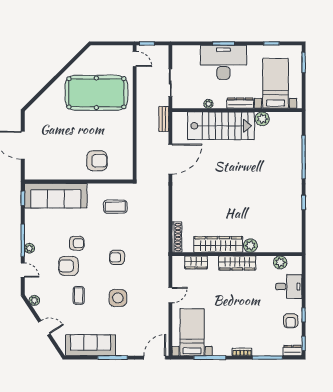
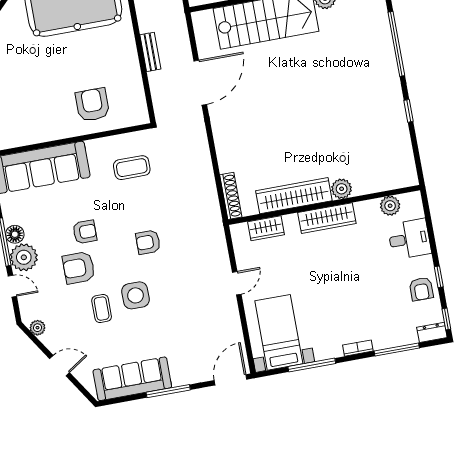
bench: (164, 119) -> (150, 52), moved
armchair: (97, 161) -> (92, 105), turned -90
floor lamp: (31, 236) -> (15, 234), added
plant: (29, 248) -> (24, 257), width x1.88, depth x1.88
side table: (118, 298) -> (135, 295), moved

